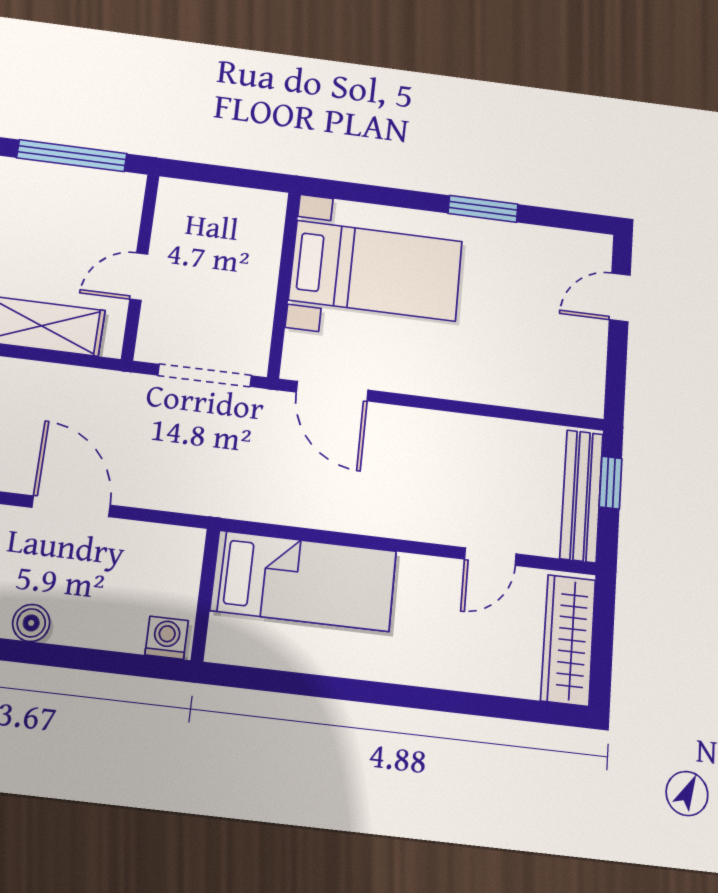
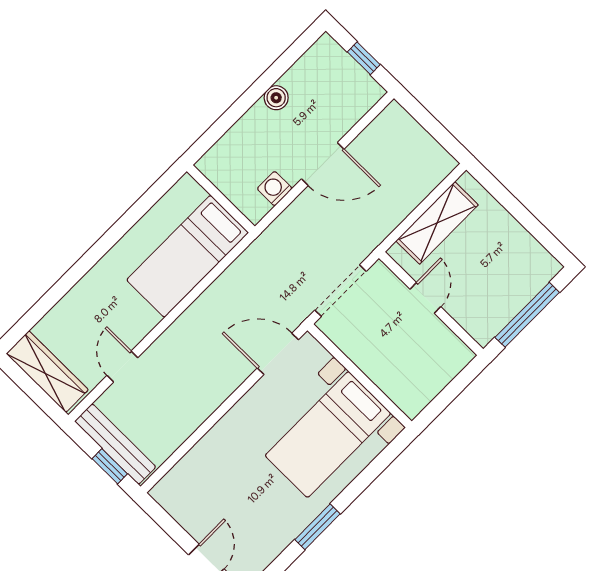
washing machine: (167, 638) -> (275, 189), moved, turned 180

